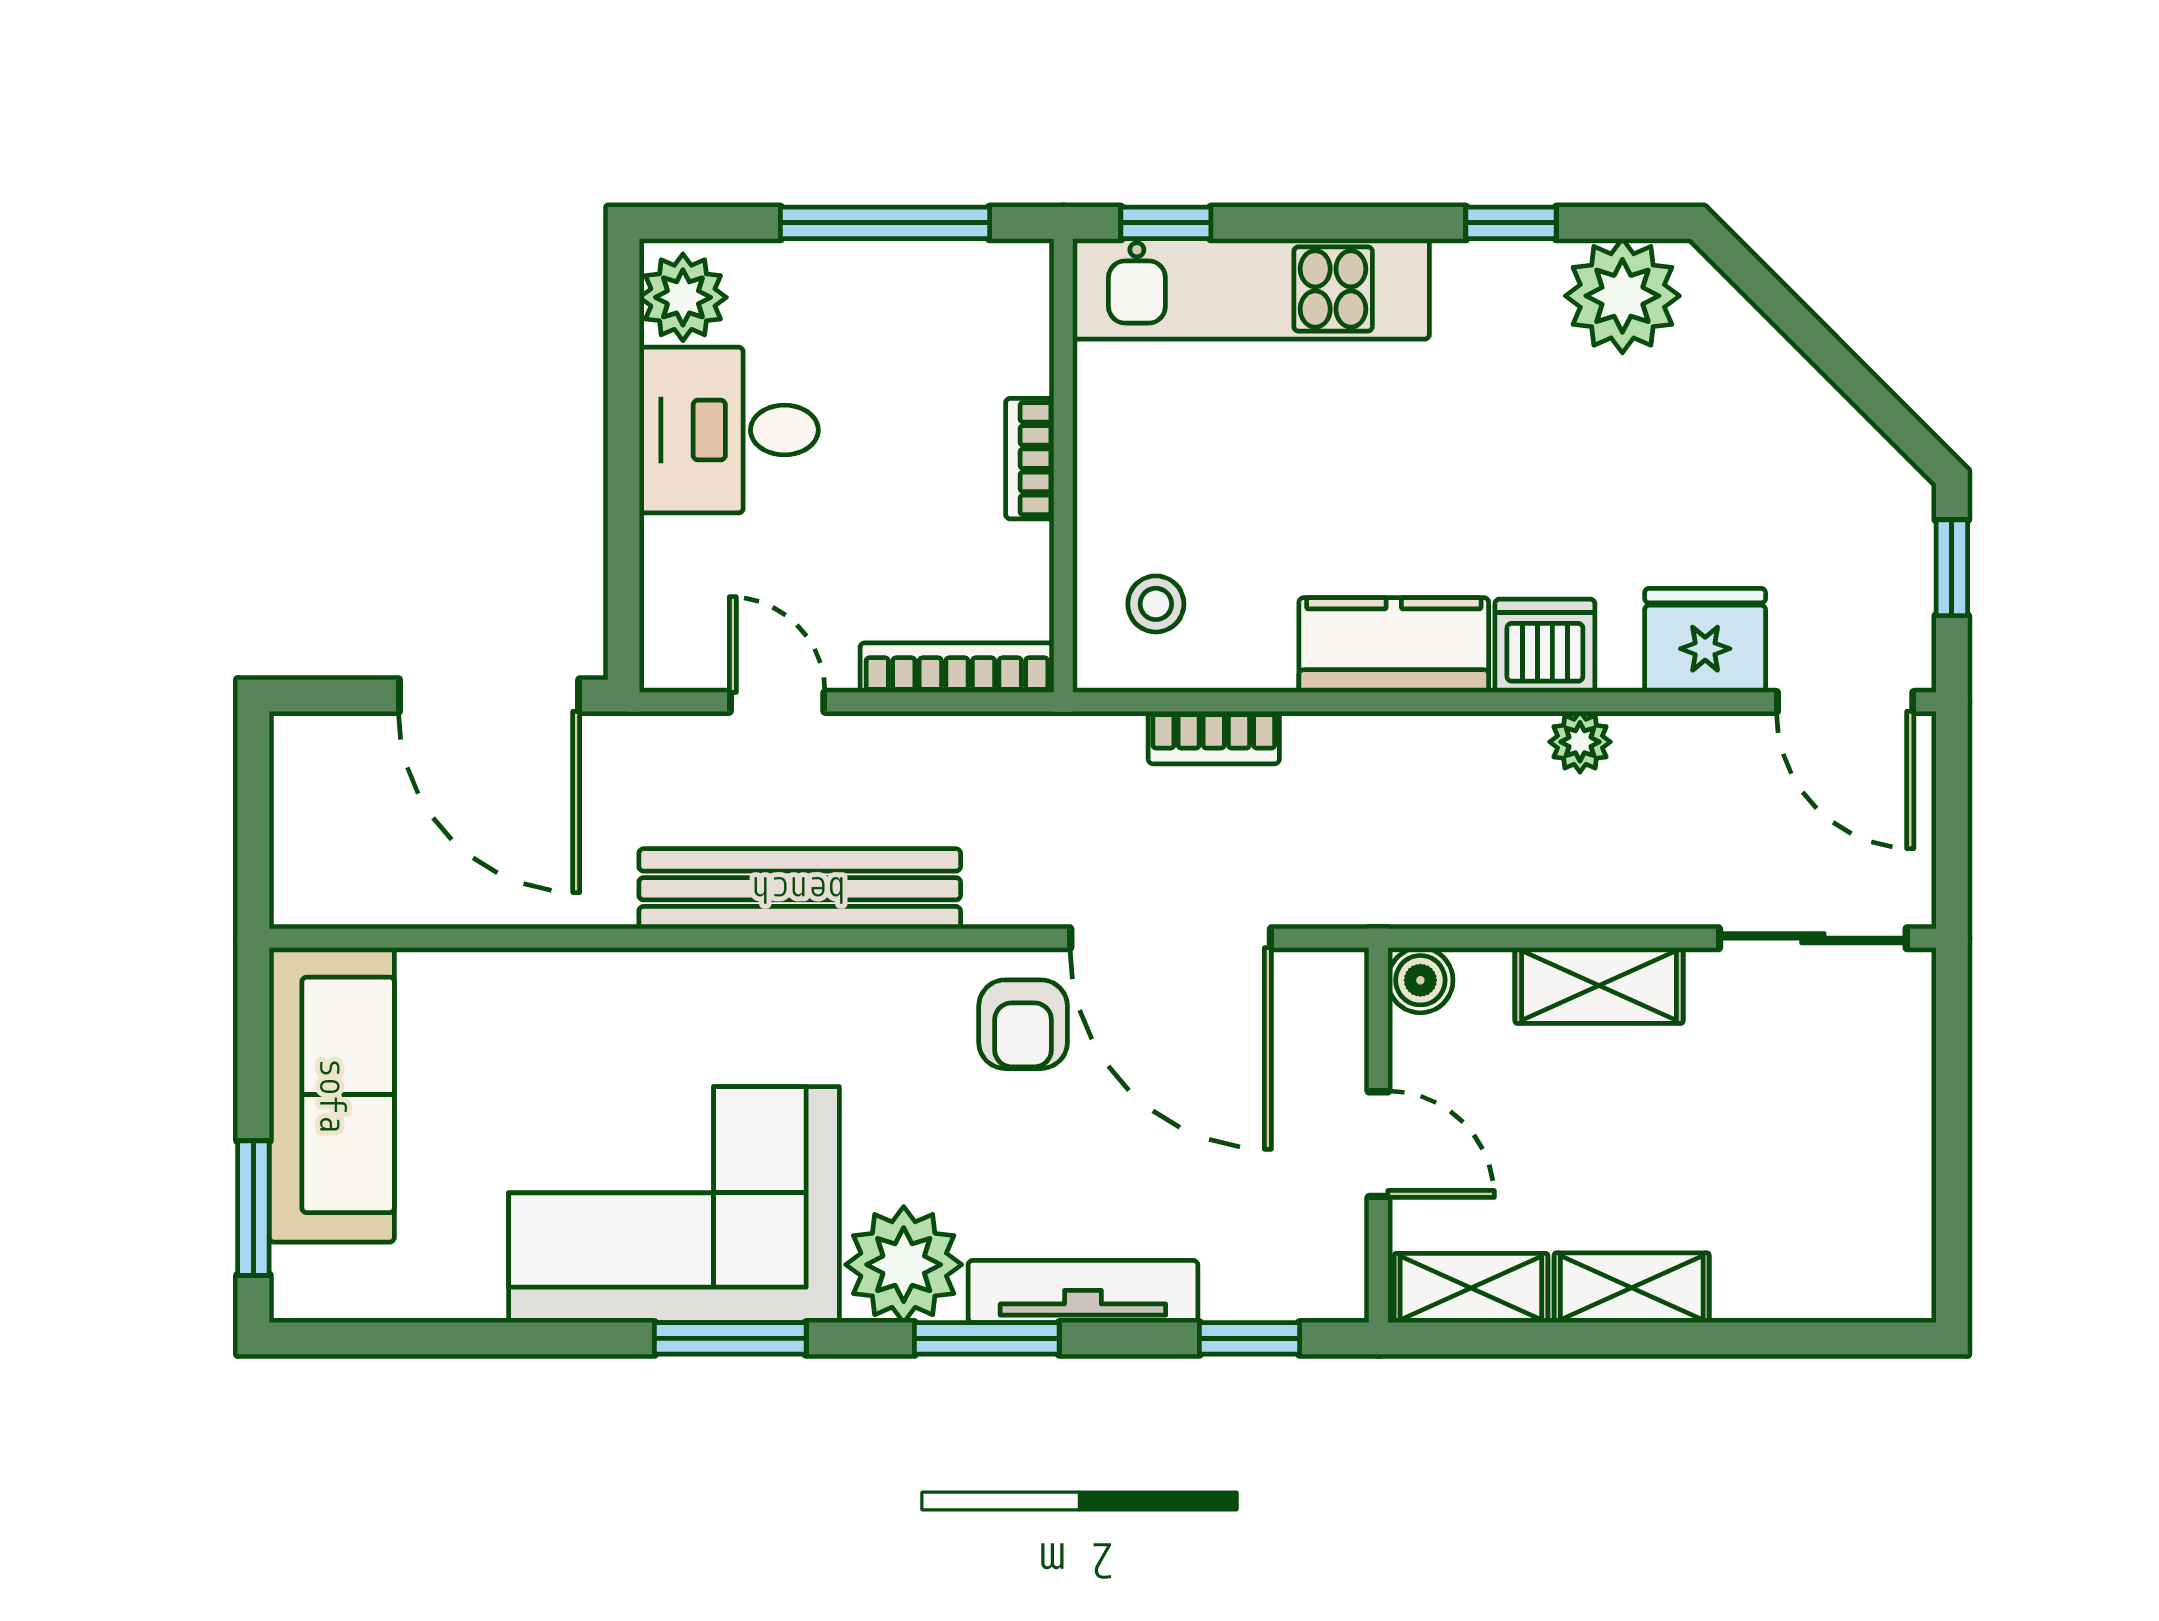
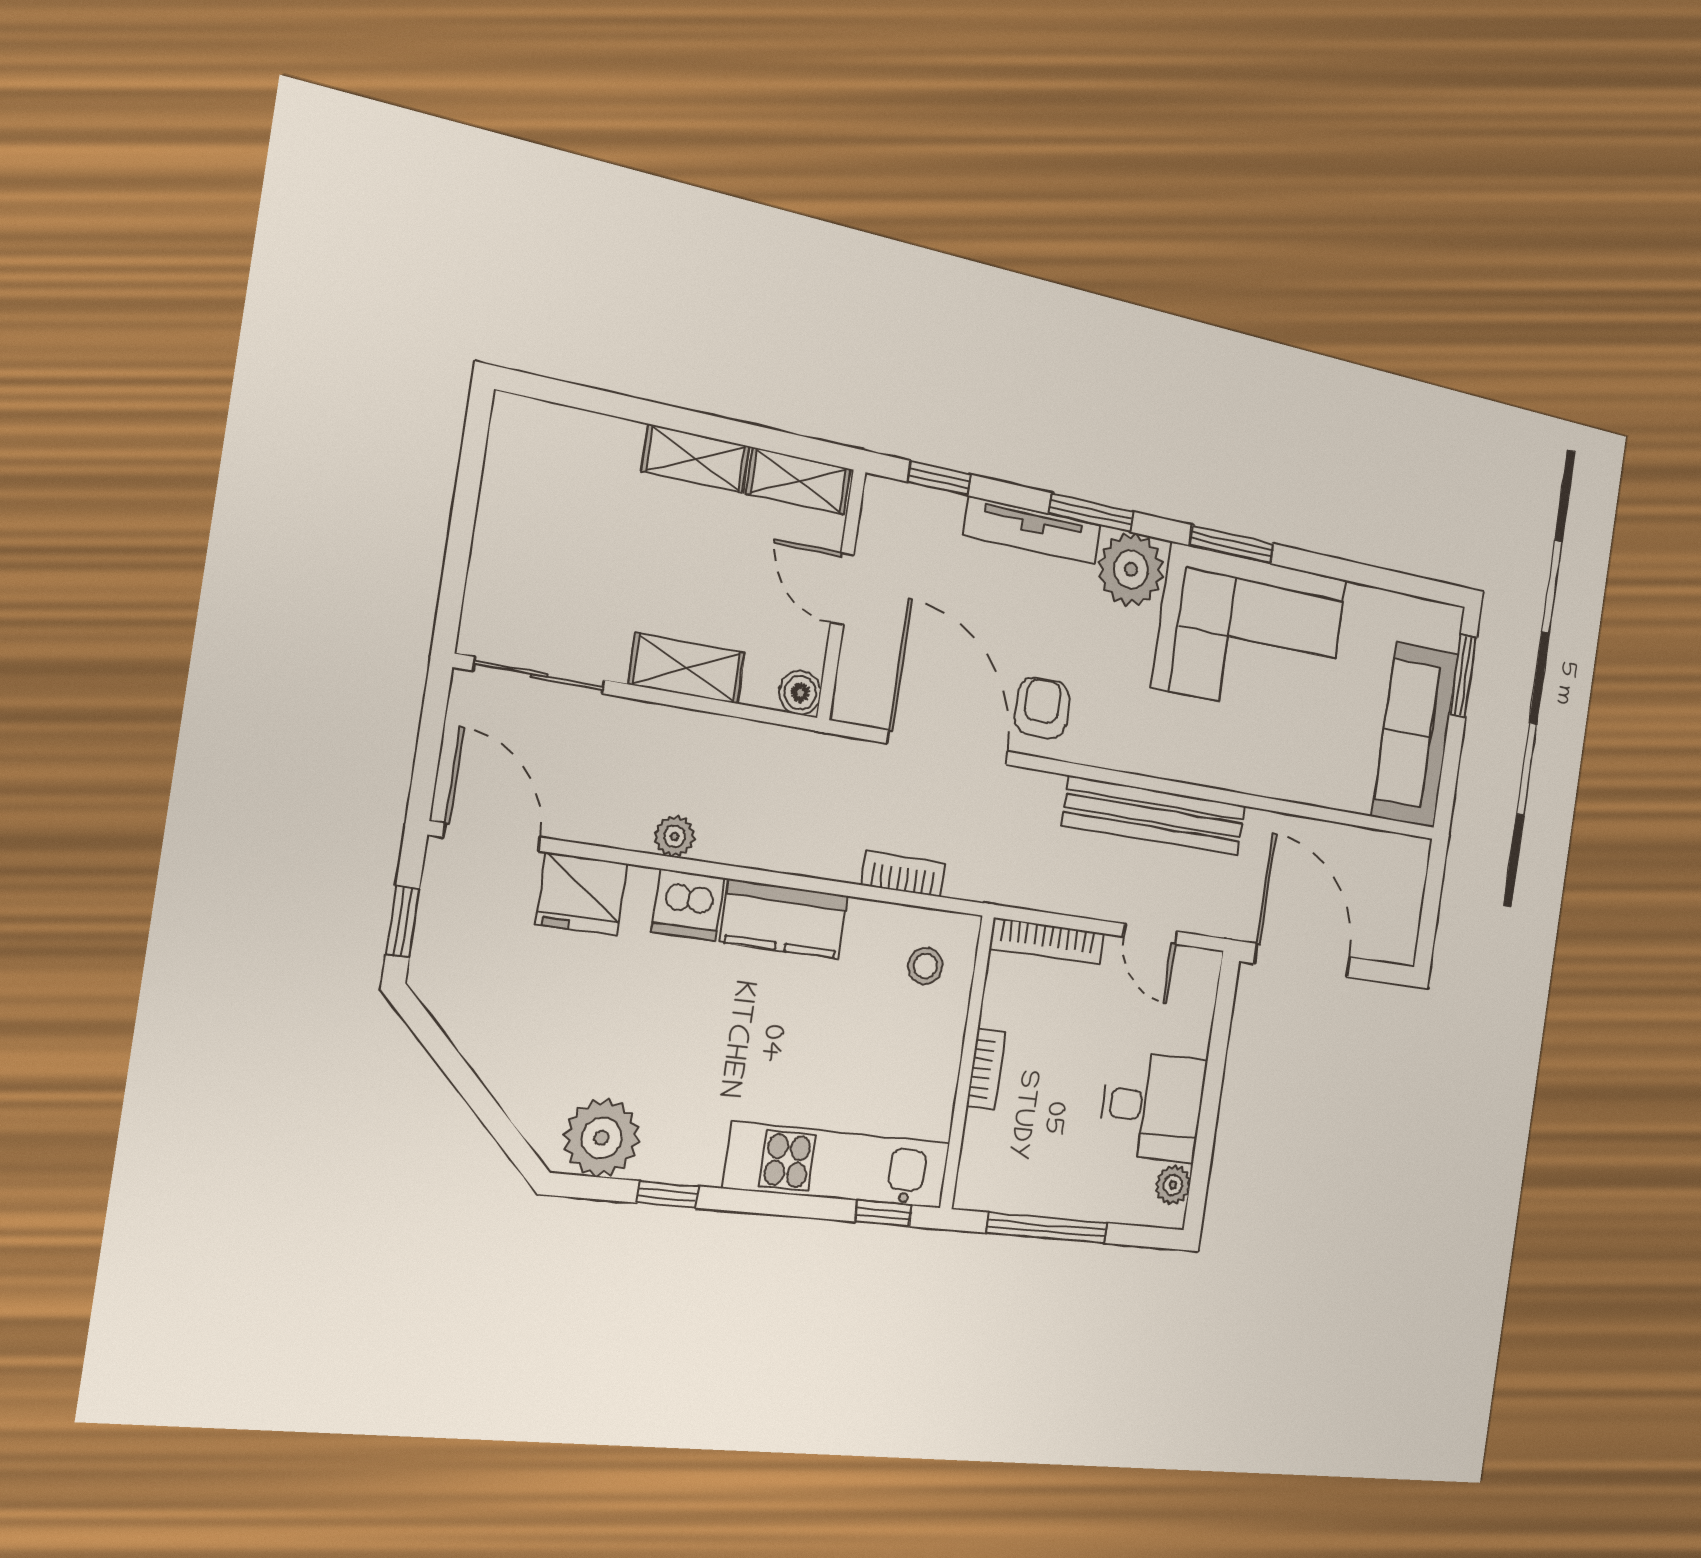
plant: (683, 297) -> (1173, 1185), width x0.73, depth x0.73

